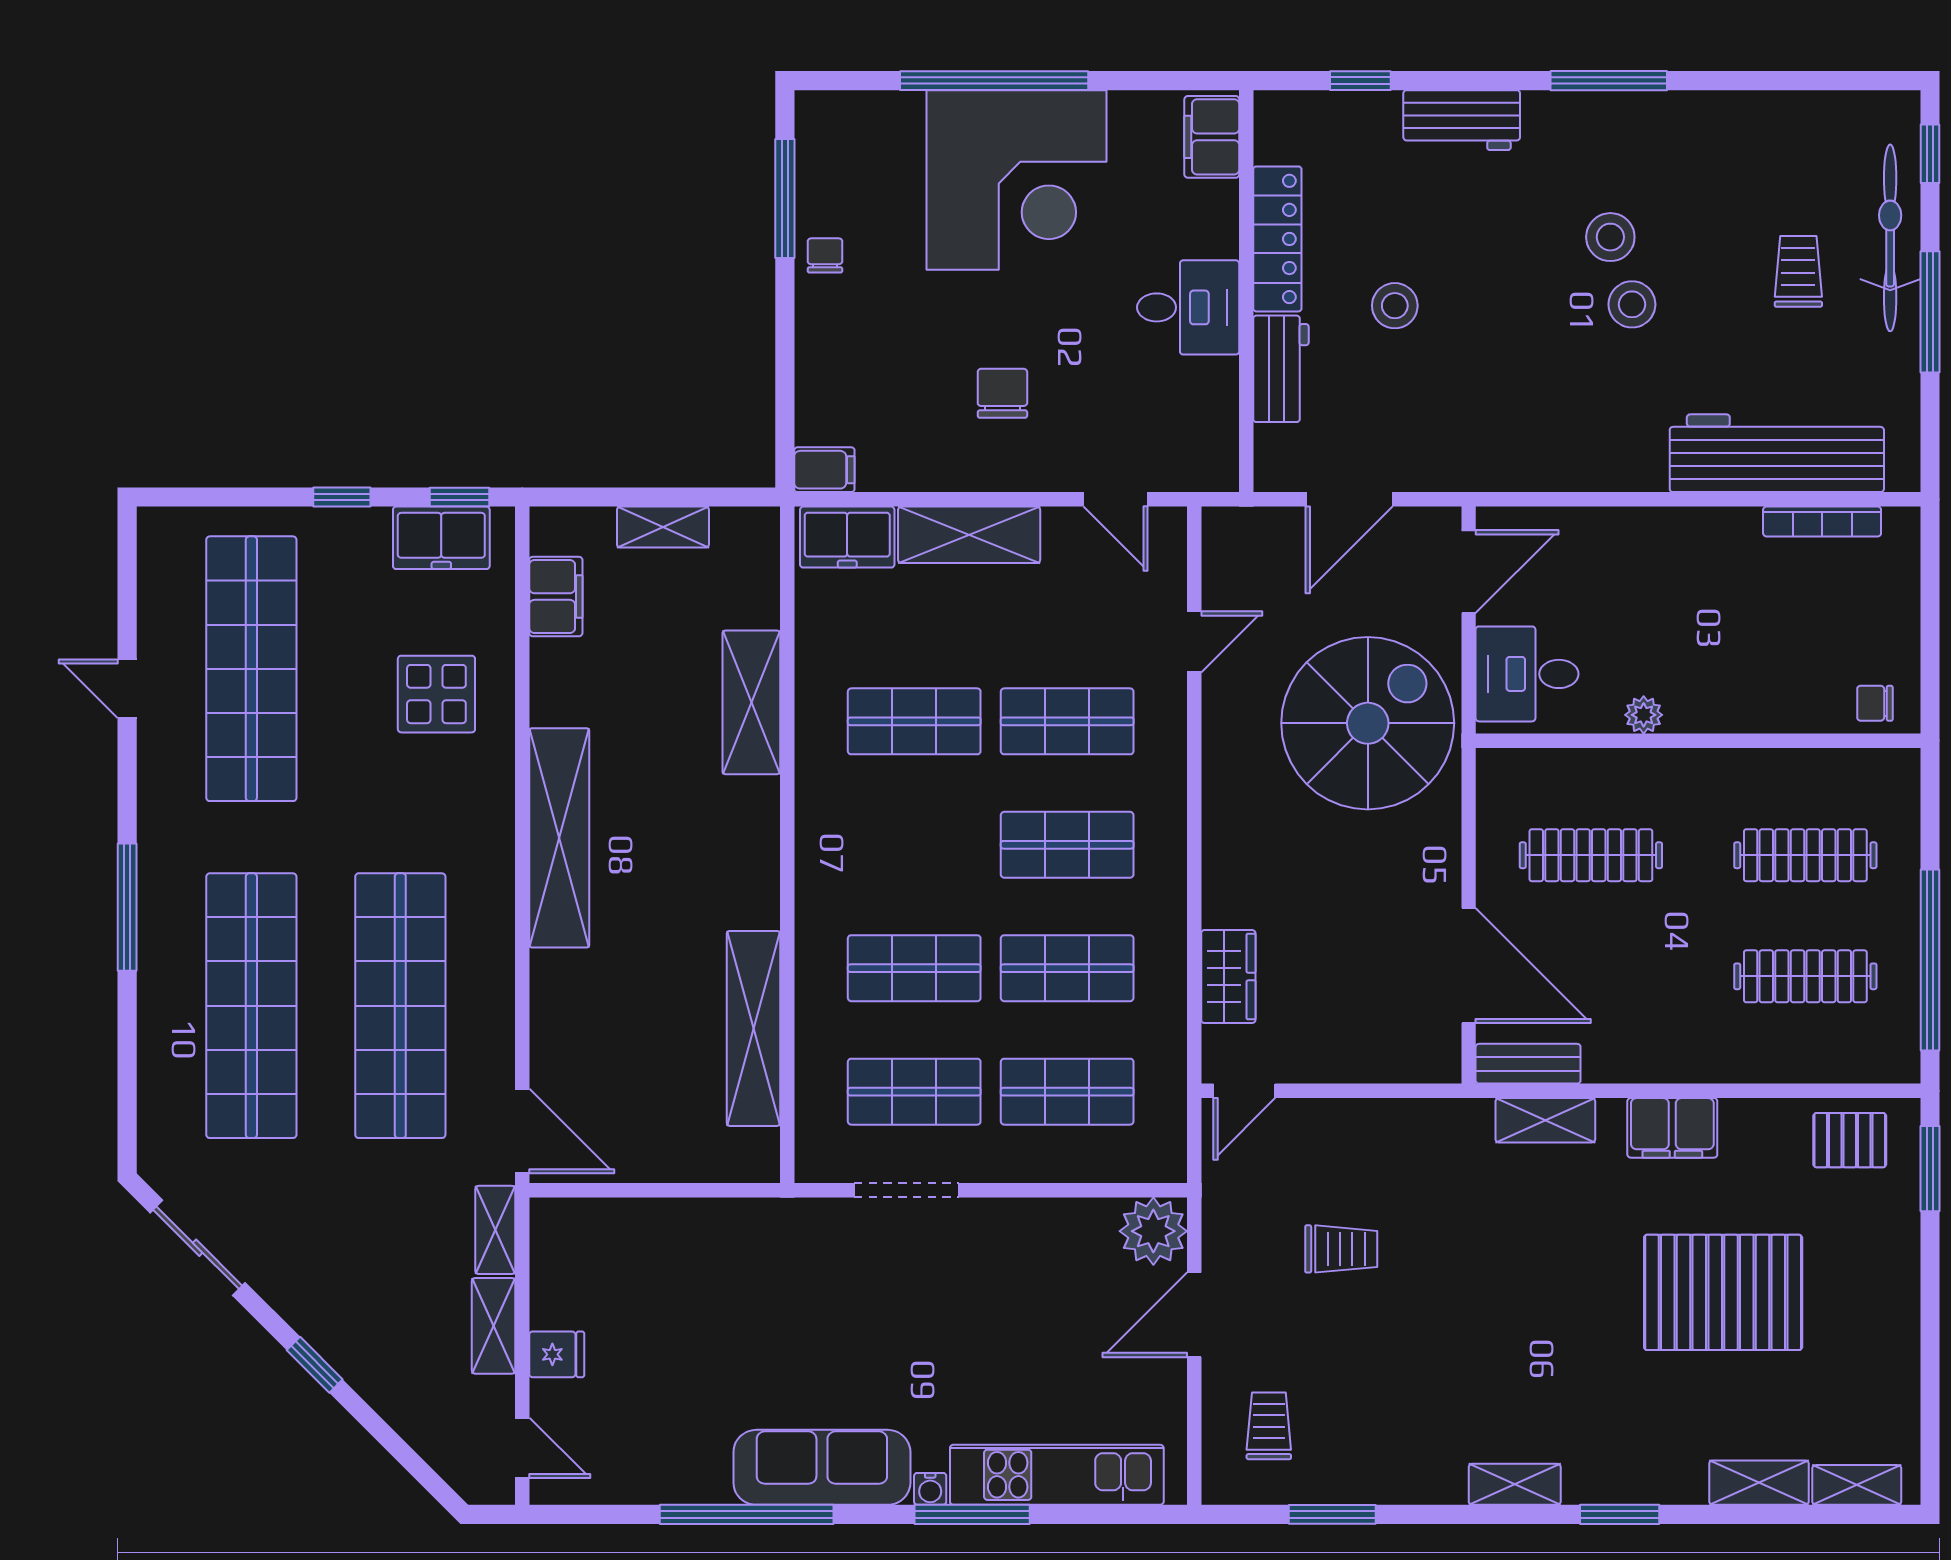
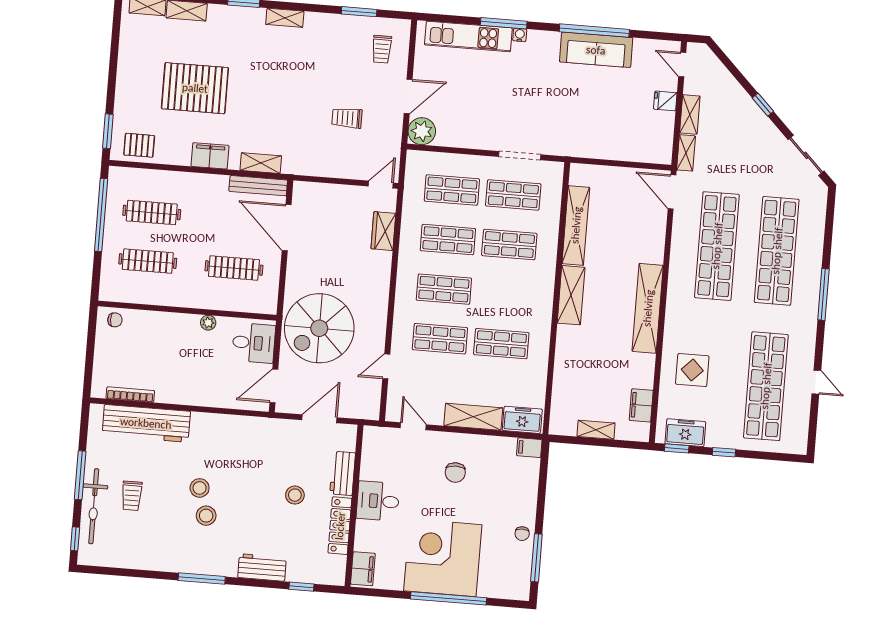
shelving: (751, 702) -> (571, 295), moved
bench: (1528, 1064) -> (258, 186), width x1.36
sofa: (822, 1467) -> (596, 50), moved

